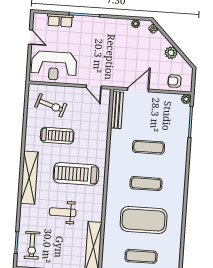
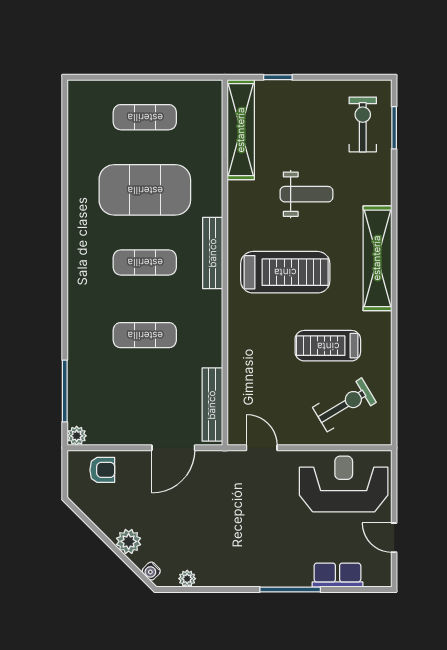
plant: (171, 53) -> (129, 541), moved
exercise bike: (51, 105) -> (344, 405), turned 131
bench: (112, 186) -> (213, 253), added

